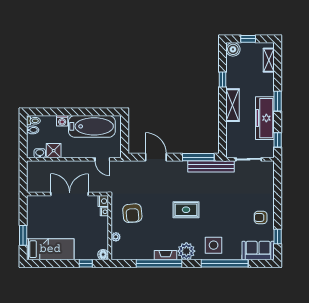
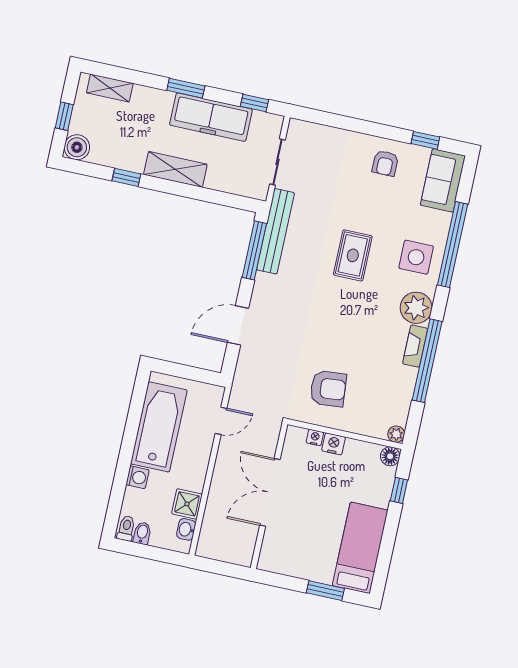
nightstand: (103, 201) -> (334, 444), moved
rug: (186, 210) -> (353, 255), moved
plant: (116, 237) -> (396, 434), moved

